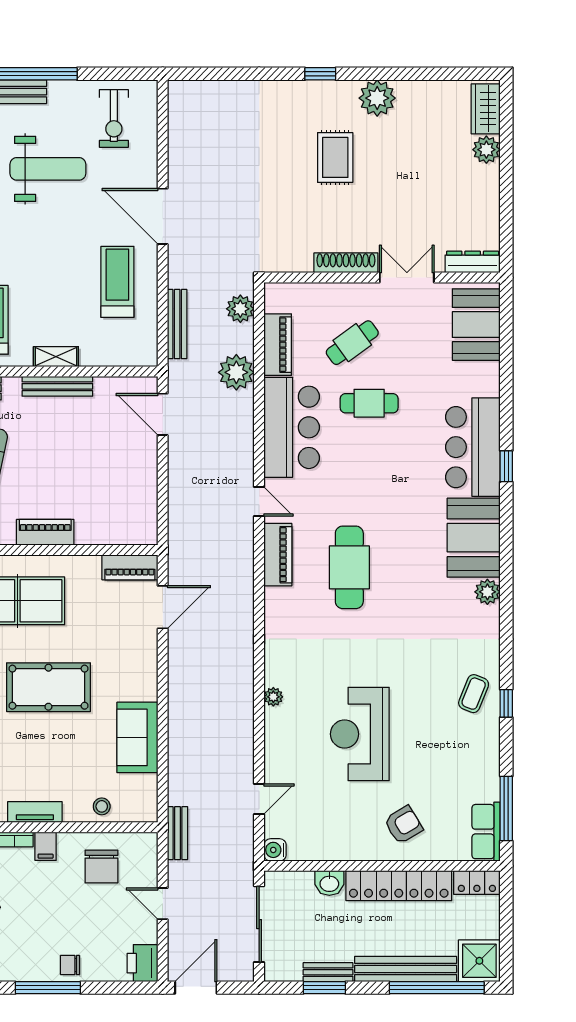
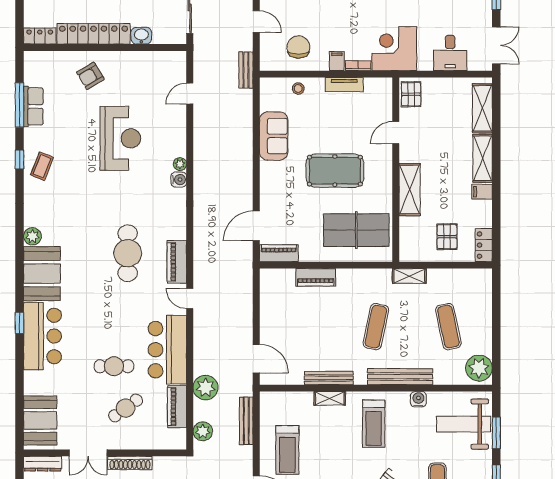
piano: (45, 532) -> (316, 277), moved
window: (506, 808) -> (20, 105), moved
row of seats: (486, 832) -> (33, 106), moved
water cooler: (275, 850) -> (179, 180), moved

